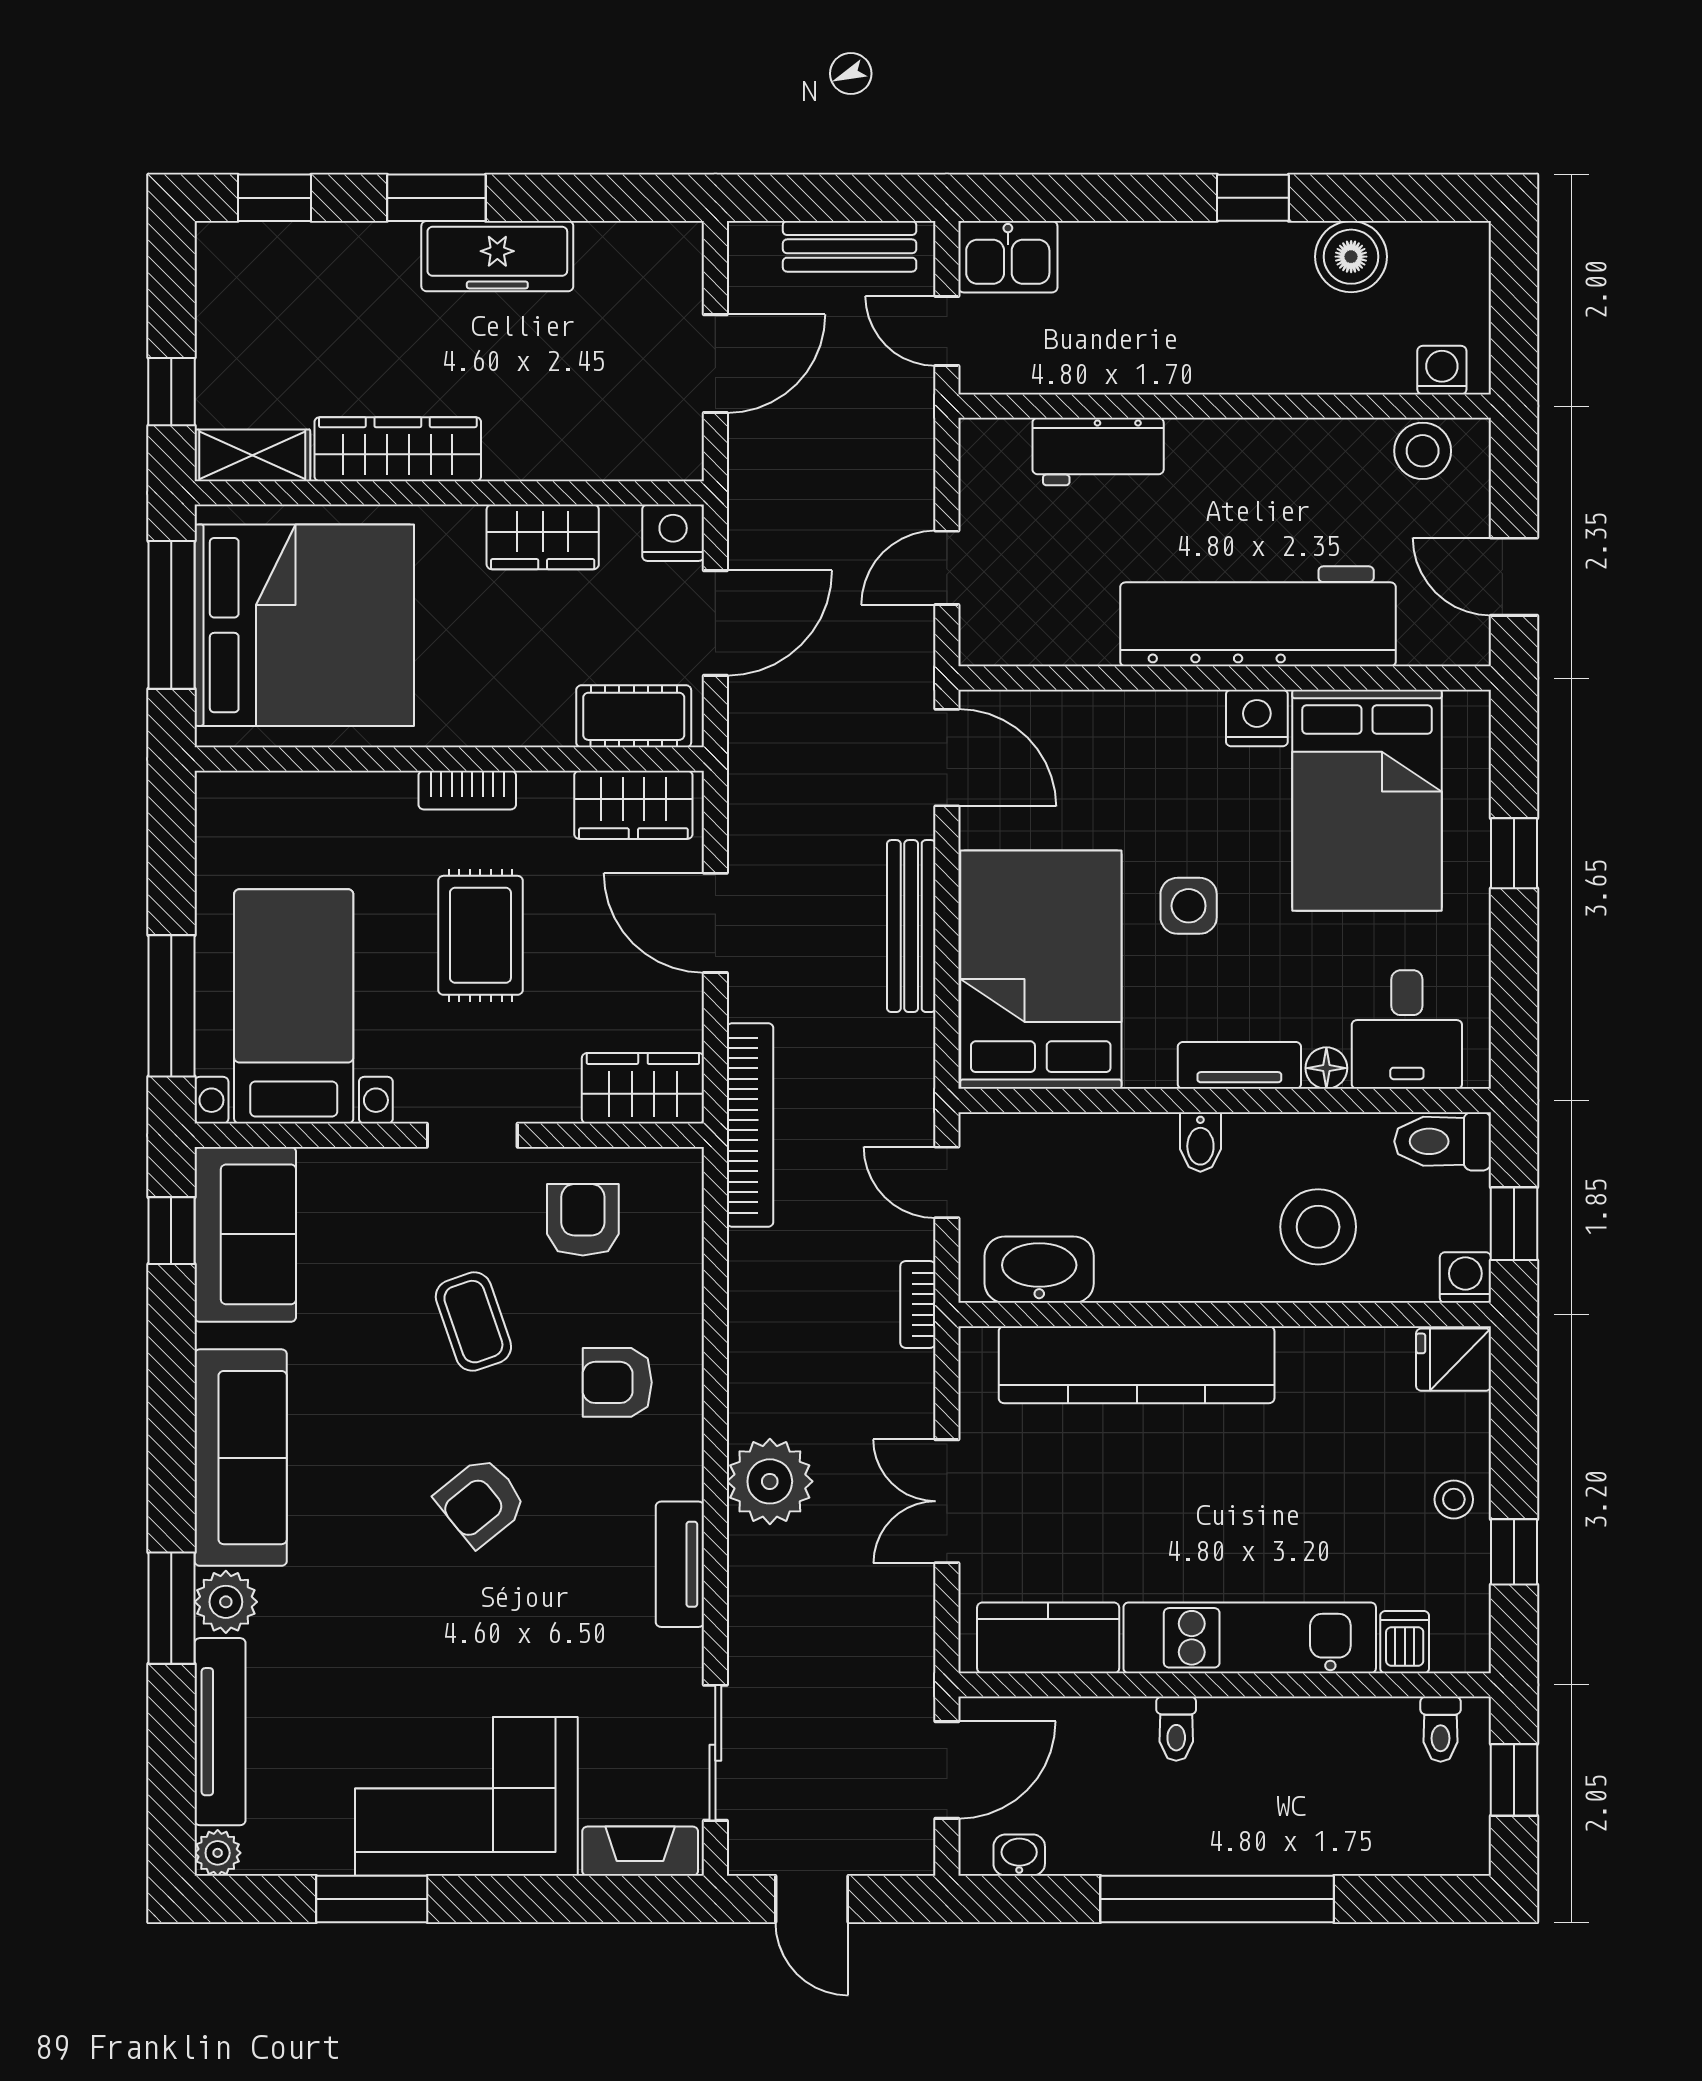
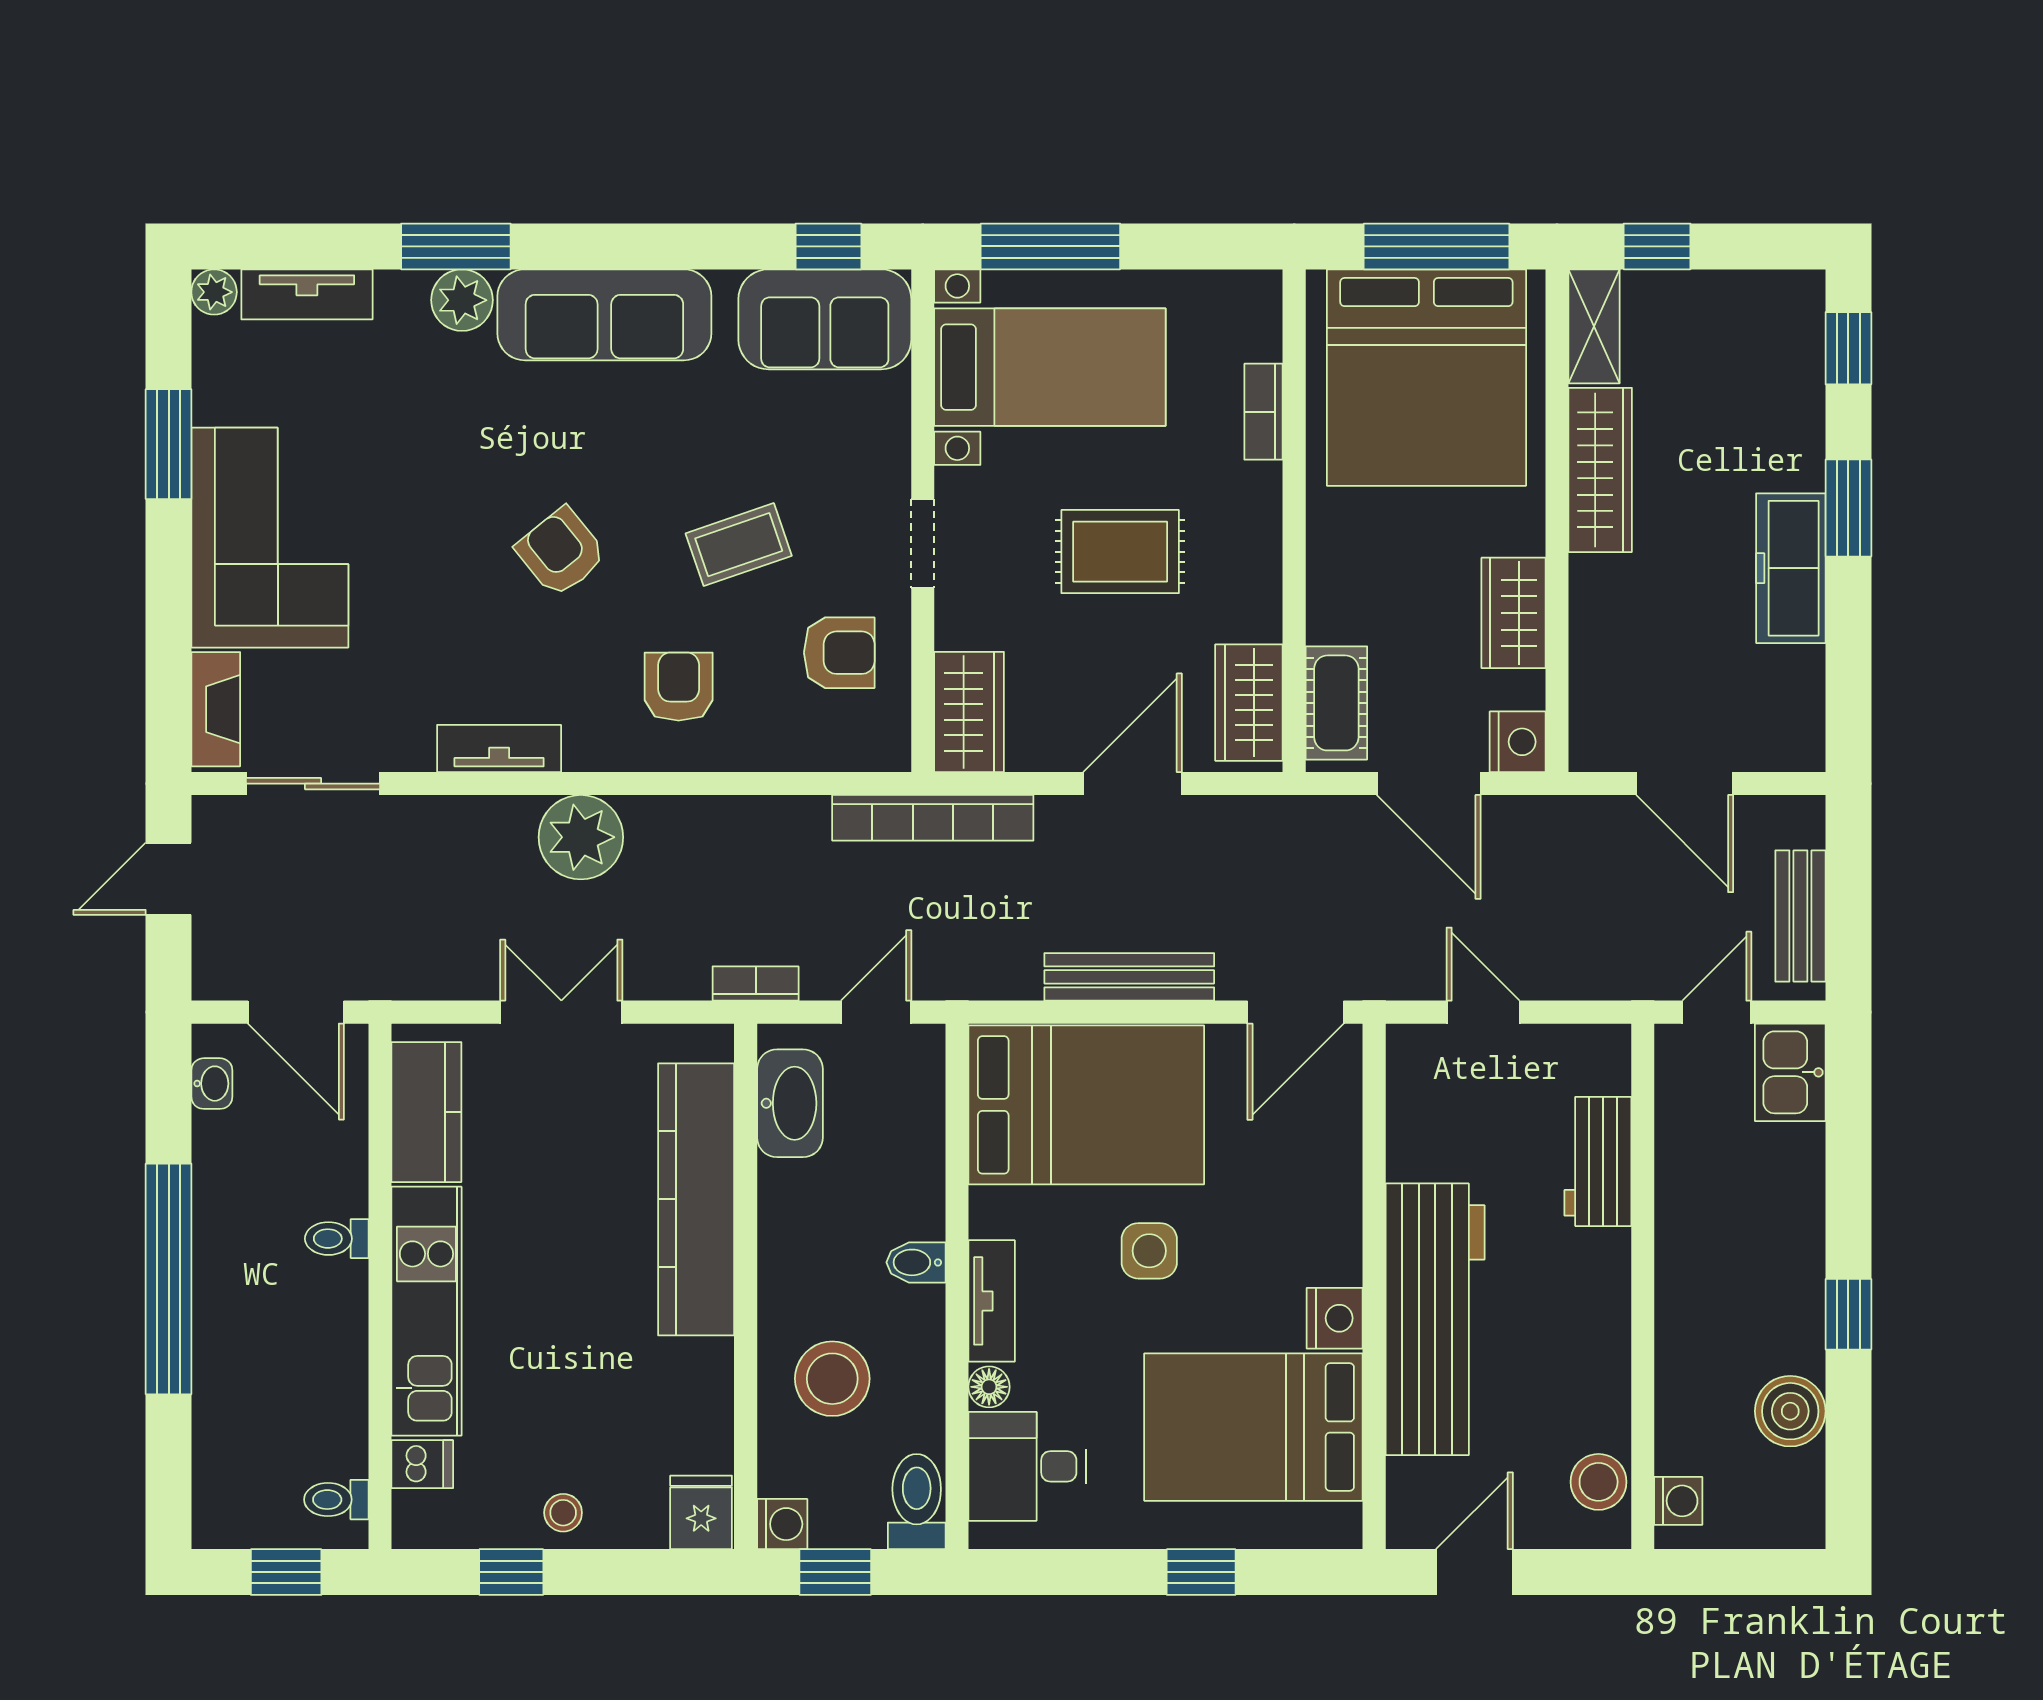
bookcase: (467, 790) -> (1264, 412), moved
tv unit: (220, 1732) -> (307, 294), width x0.71

